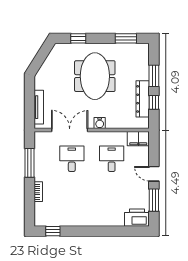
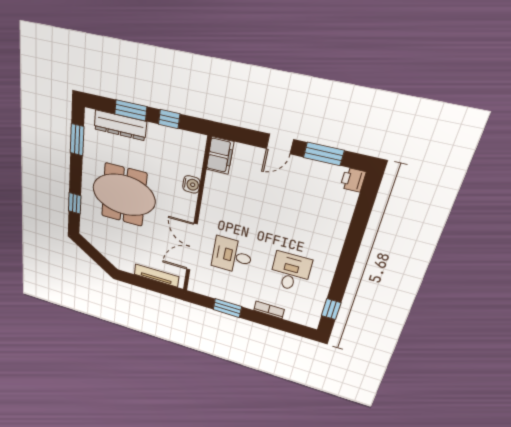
dresser: (143, 99) -> (120, 125), moved
water cooler: (100, 123) -> (191, 184), moved
desk: (112, 159) -> (290, 272), moved, turned 90
window: (30, 163) -> (227, 308), width x0.69
printer: (137, 218) -> (353, 180), width x0.53, depth x0.68

